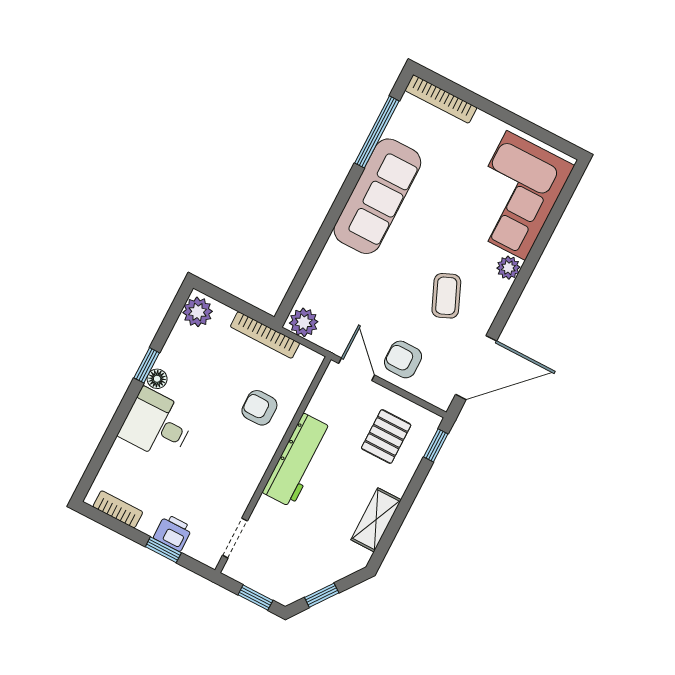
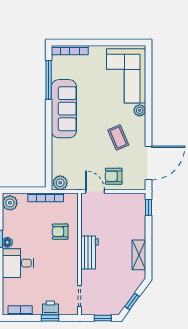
pallet: (386, 437) -> (124, 215), removed
workbench: (297, 460) -> (90, 253), width x0.73

